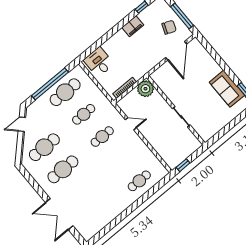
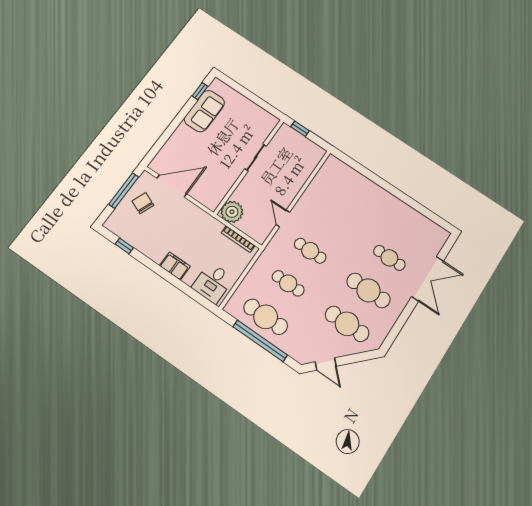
filing cabinet: (133, 26) -> (175, 266), moved
window: (183, 165) -> (300, 129), moved
cafe table: (139, 181) -> (389, 258), moved

